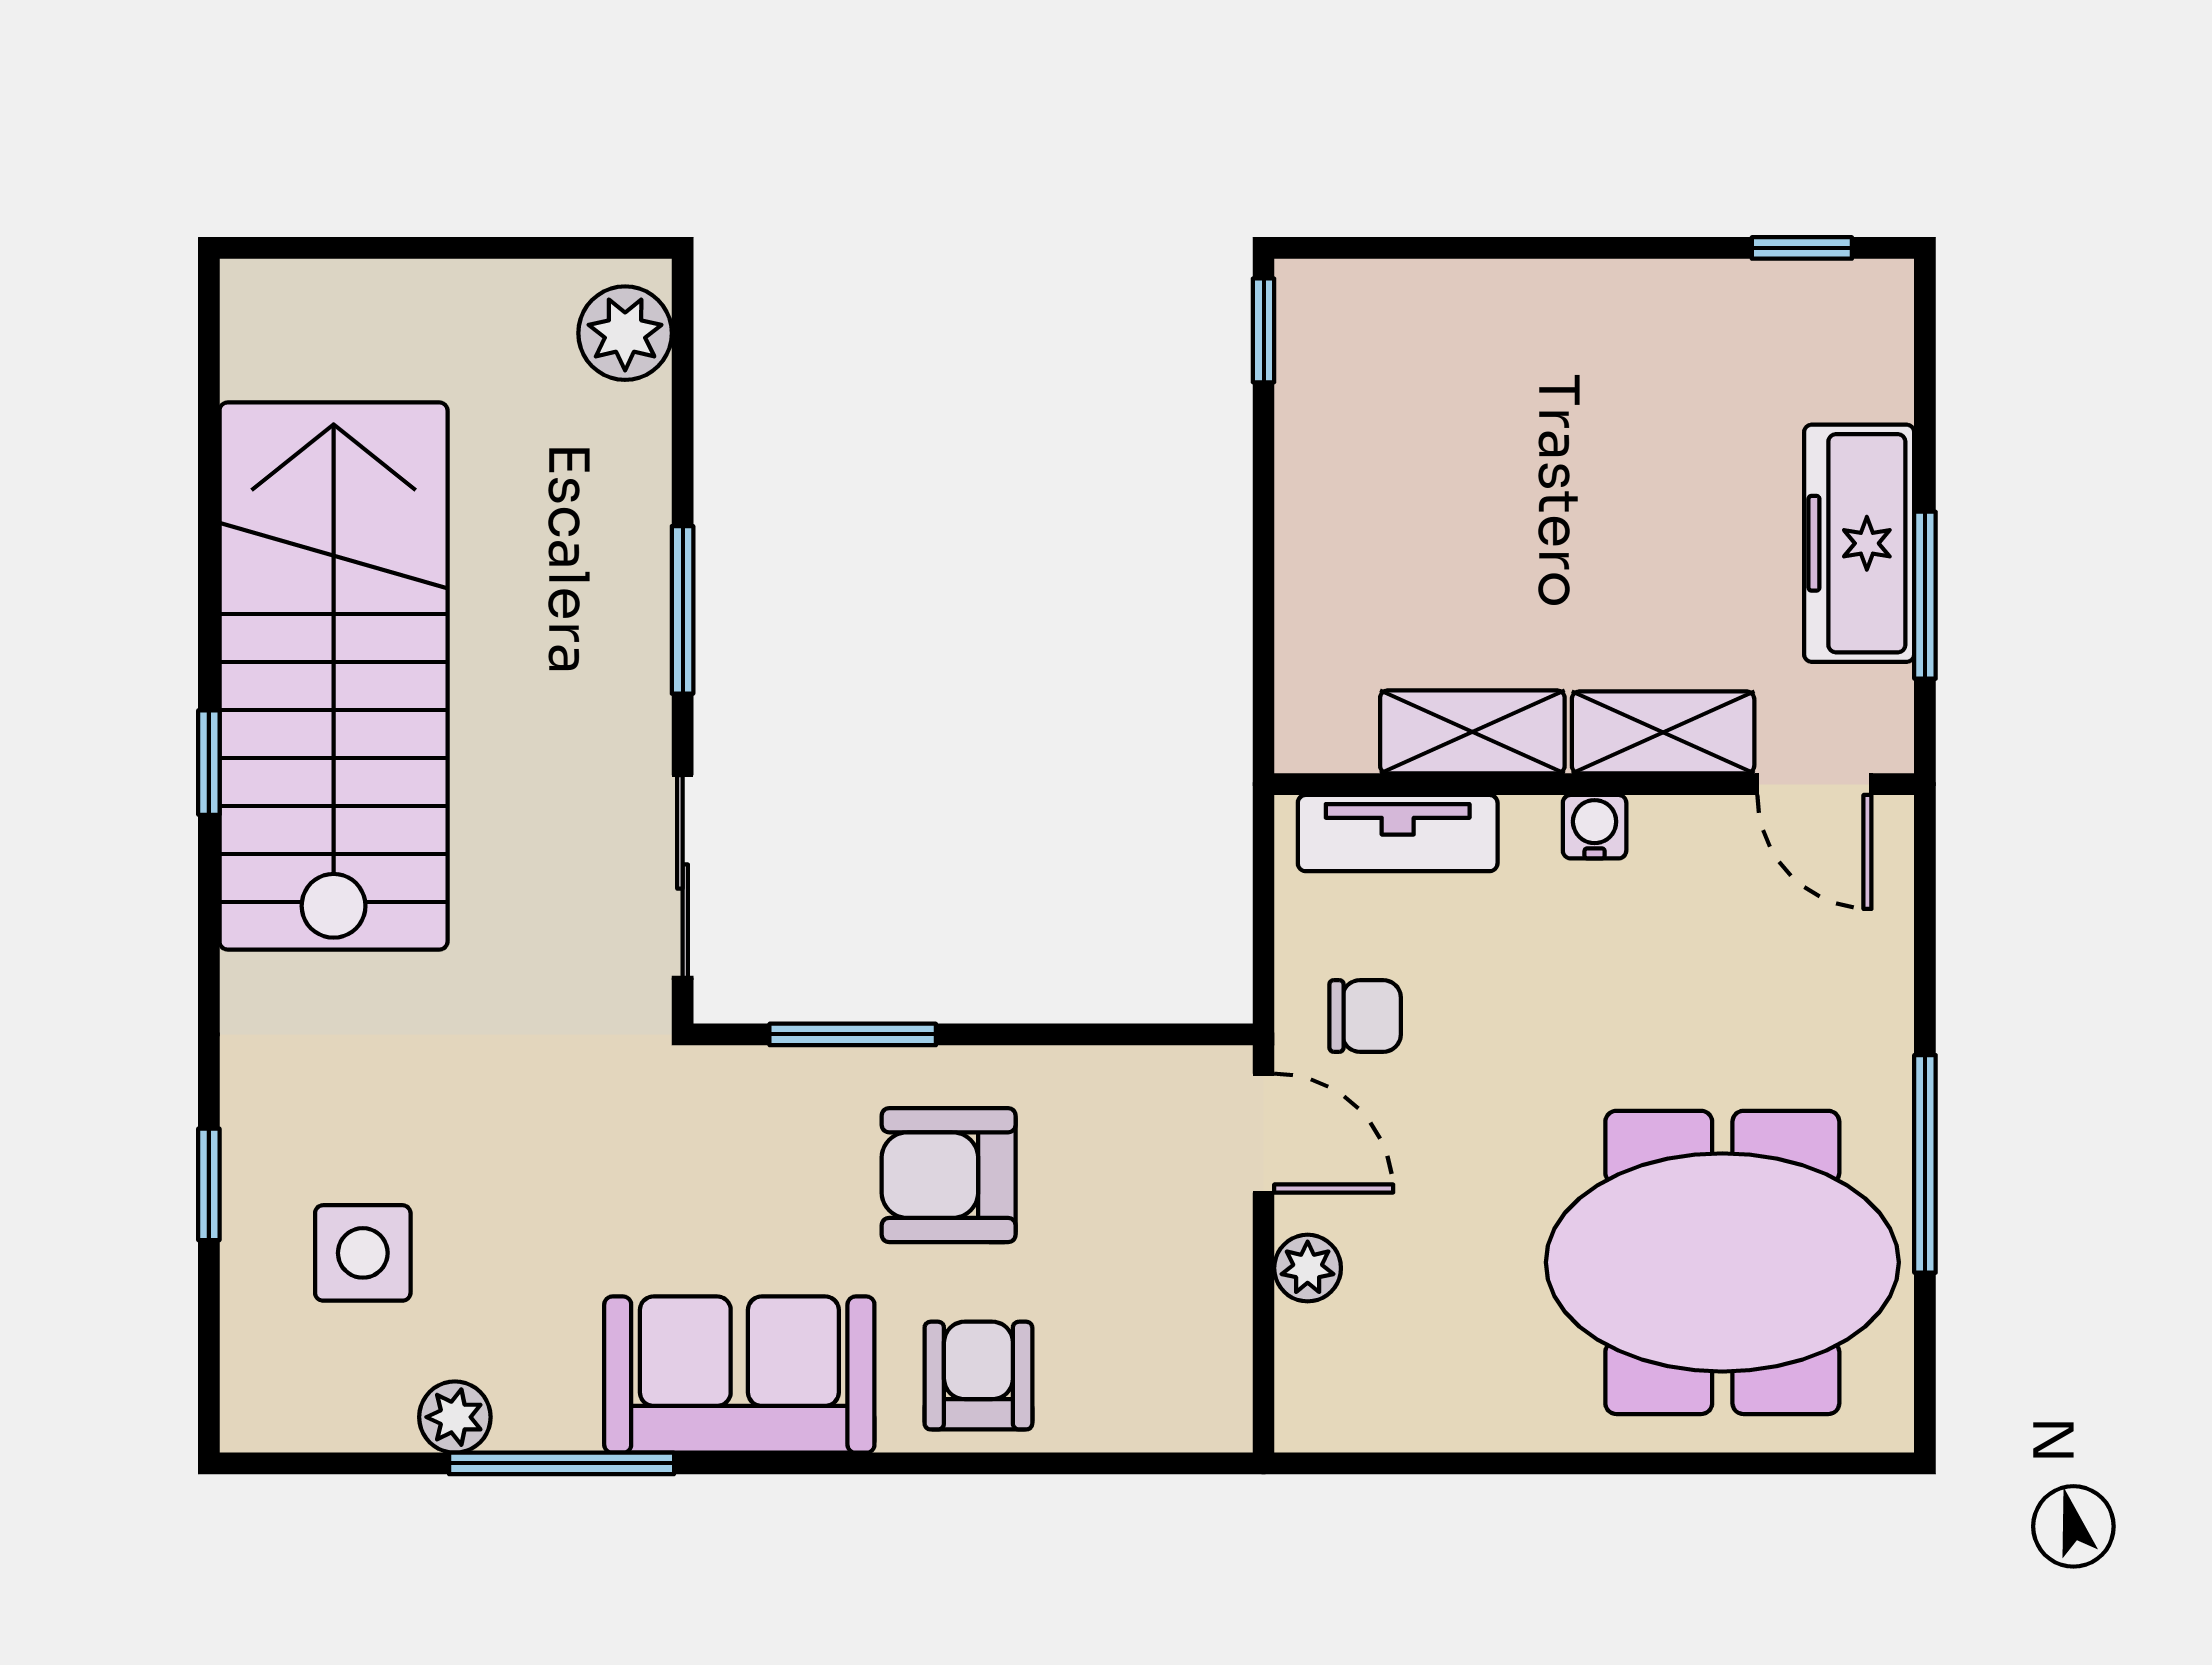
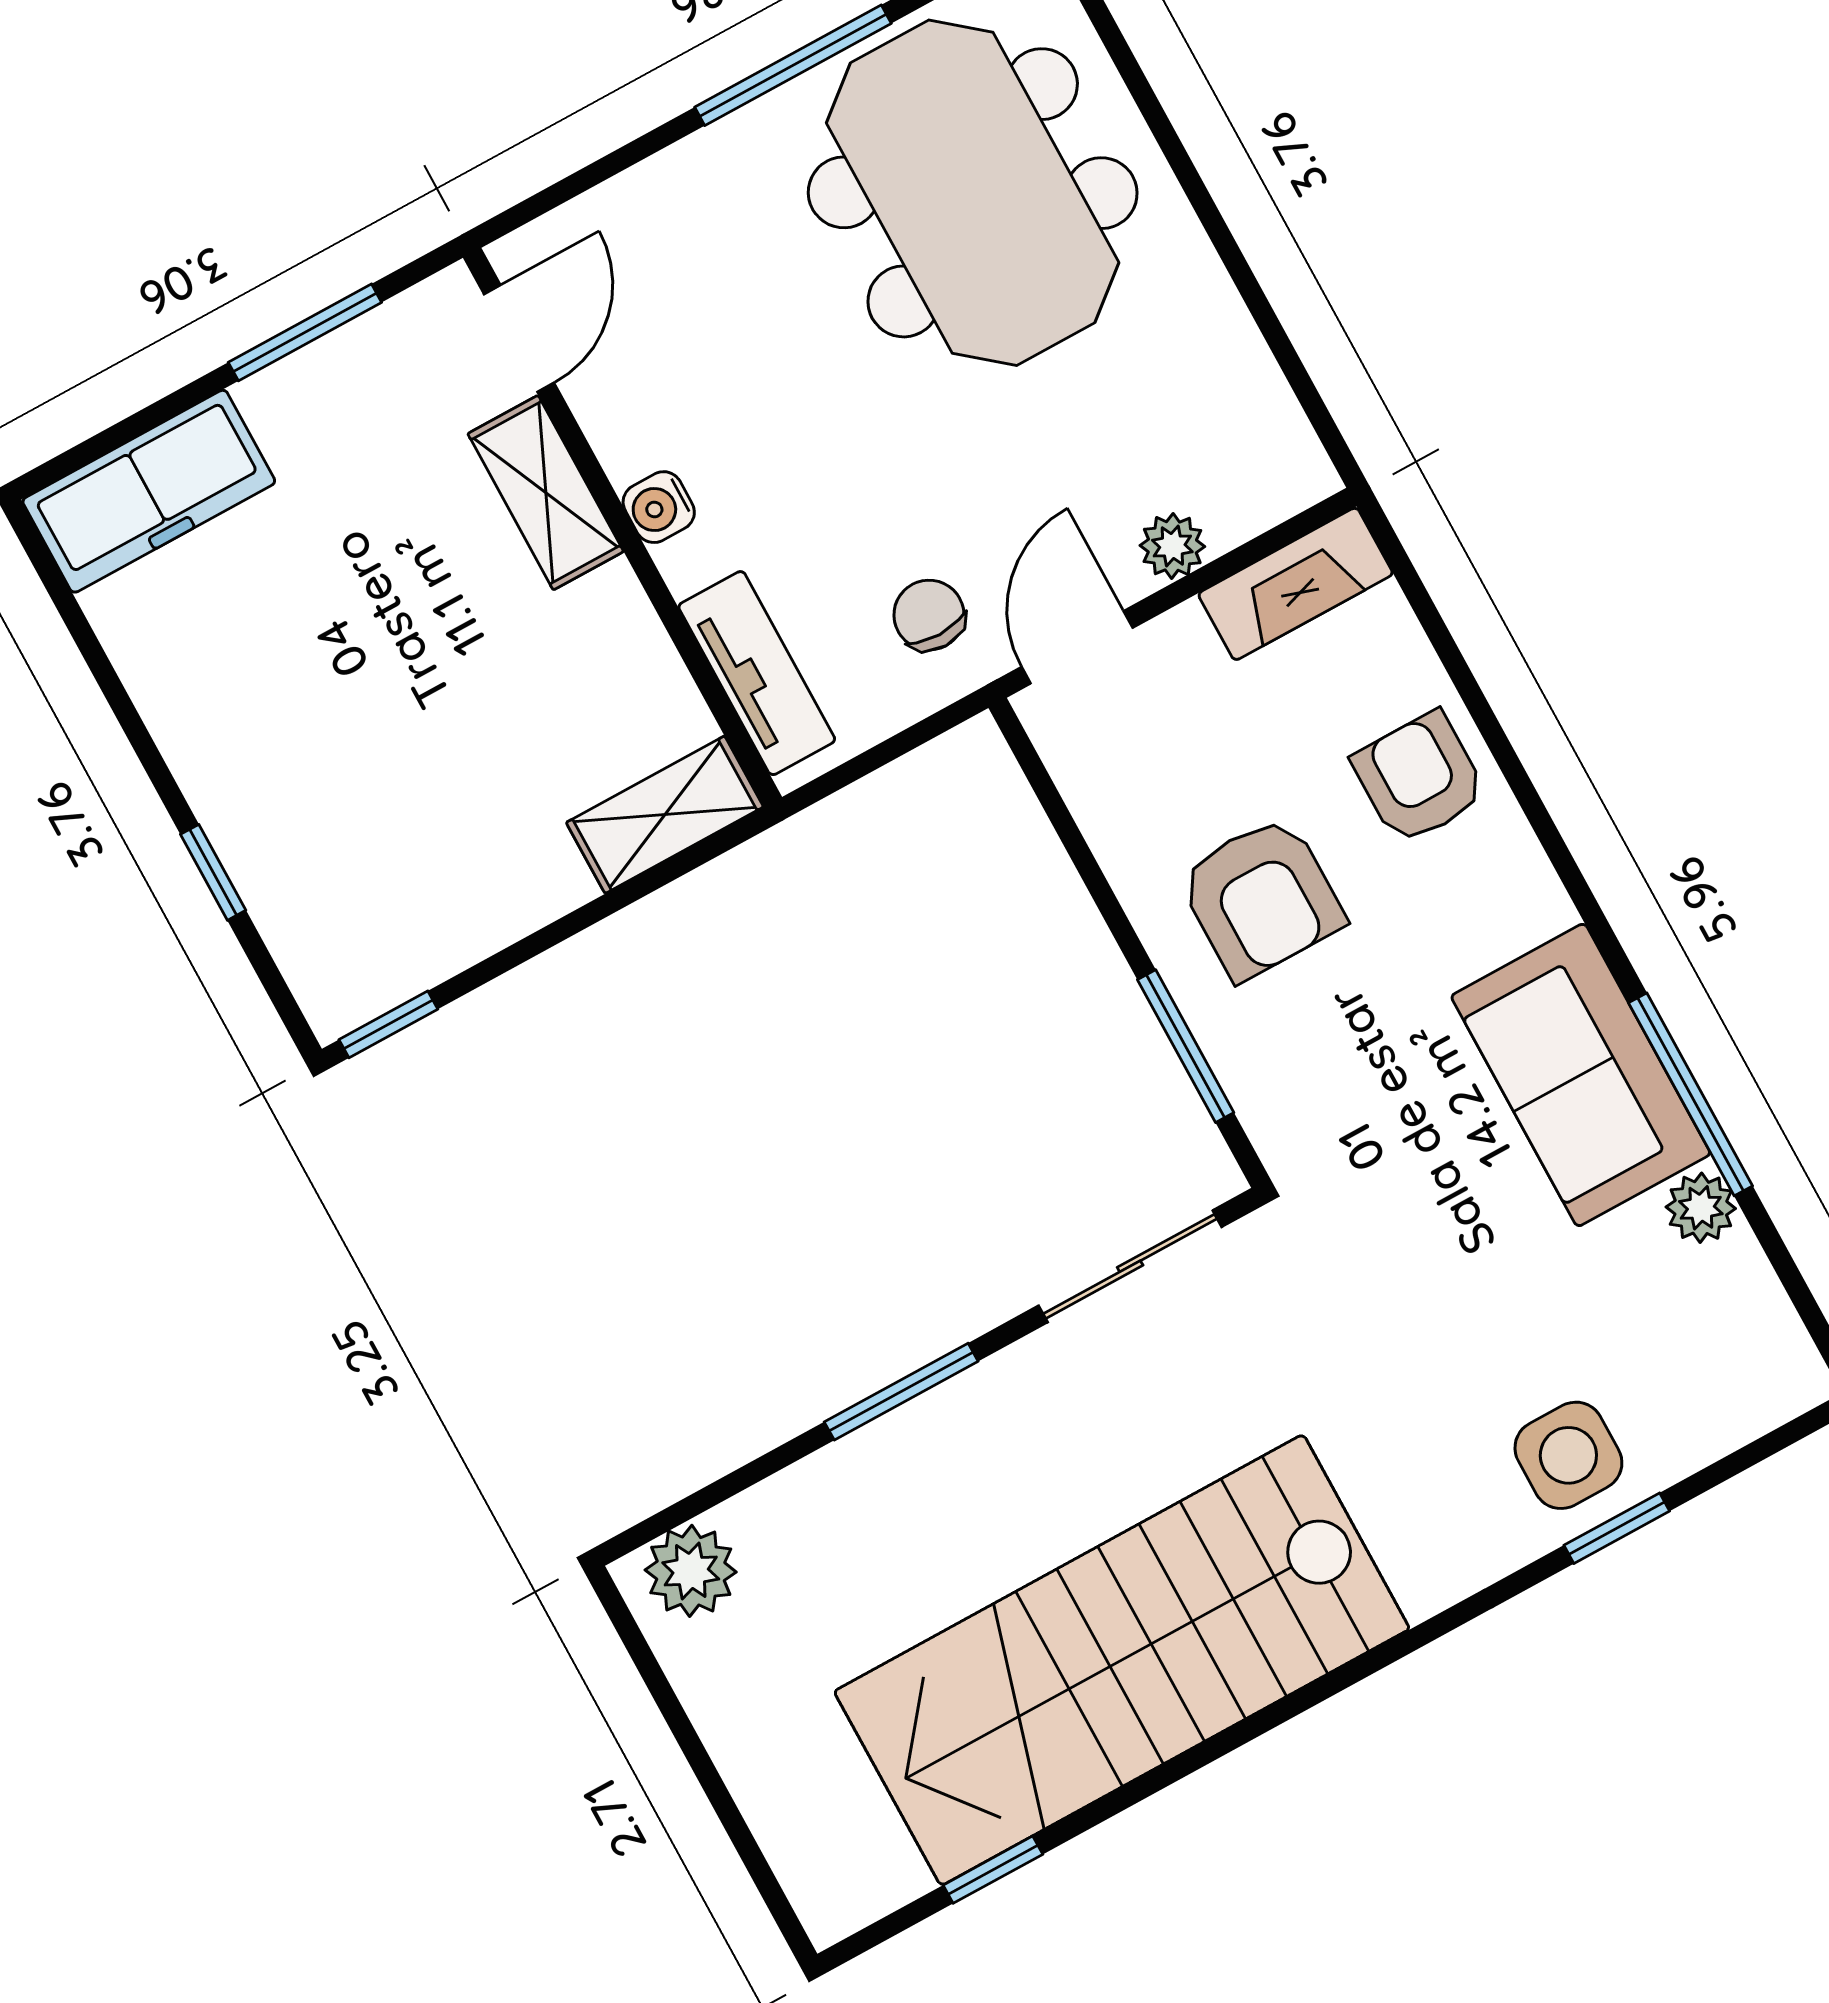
window: (1802, 248) -> (213, 872), moved
freezer: (1859, 543) -> (149, 491), moved
shelving: (1472, 732) -> (665, 815), moved, turned 90
window: (209, 763) -> (993, 1870), moved
side table: (363, 1253) -> (1568, 1455), moved
fireplace: (1213, 1360) -> (1296, 584), added
sofa: (739, 1375) -> (1581, 1075), moved
armchair: (978, 1376) -> (1419, 778), turned 90

